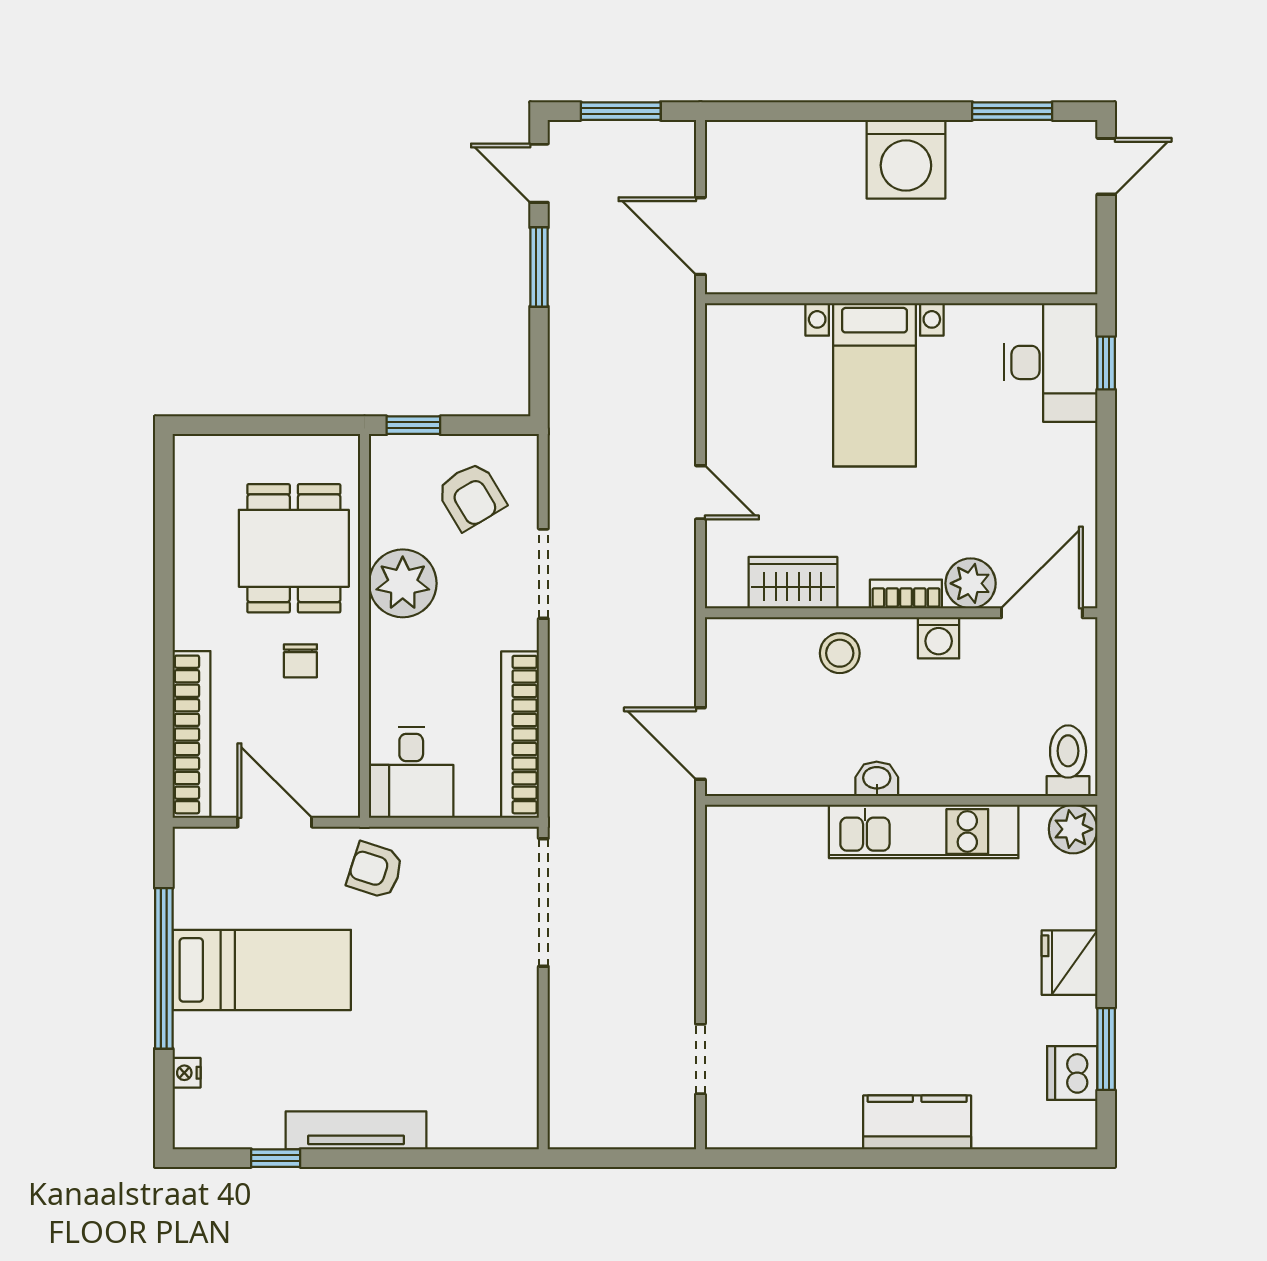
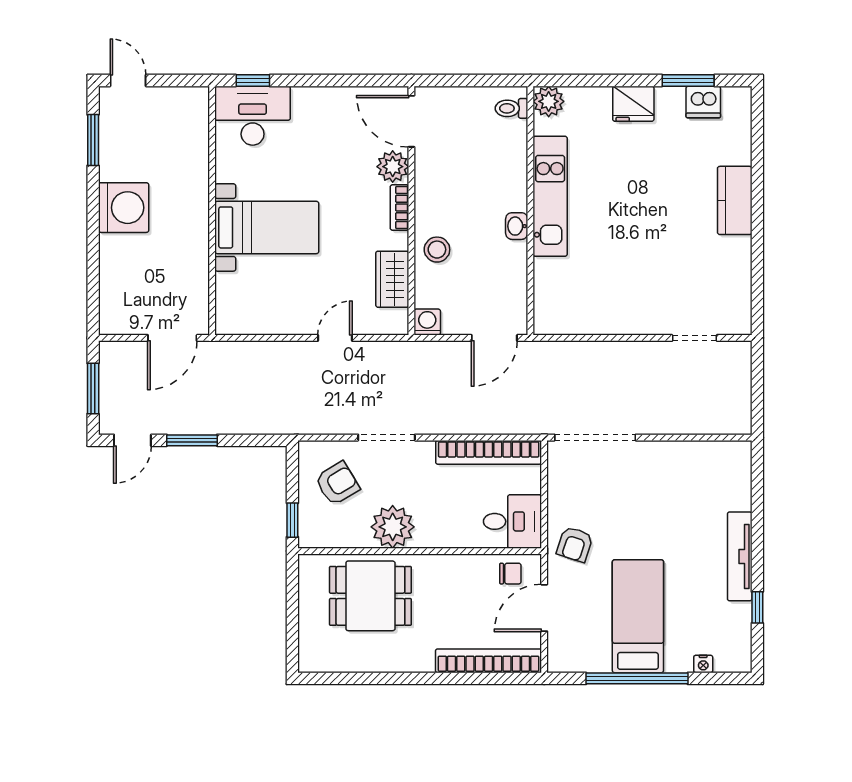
washing machine: (939, 638) -> (427, 322), moved, turned -90
chair: (300, 661) -> (510, 574), moved
toilet: (1068, 761) -> (511, 108), width x0.73, depth x0.72

